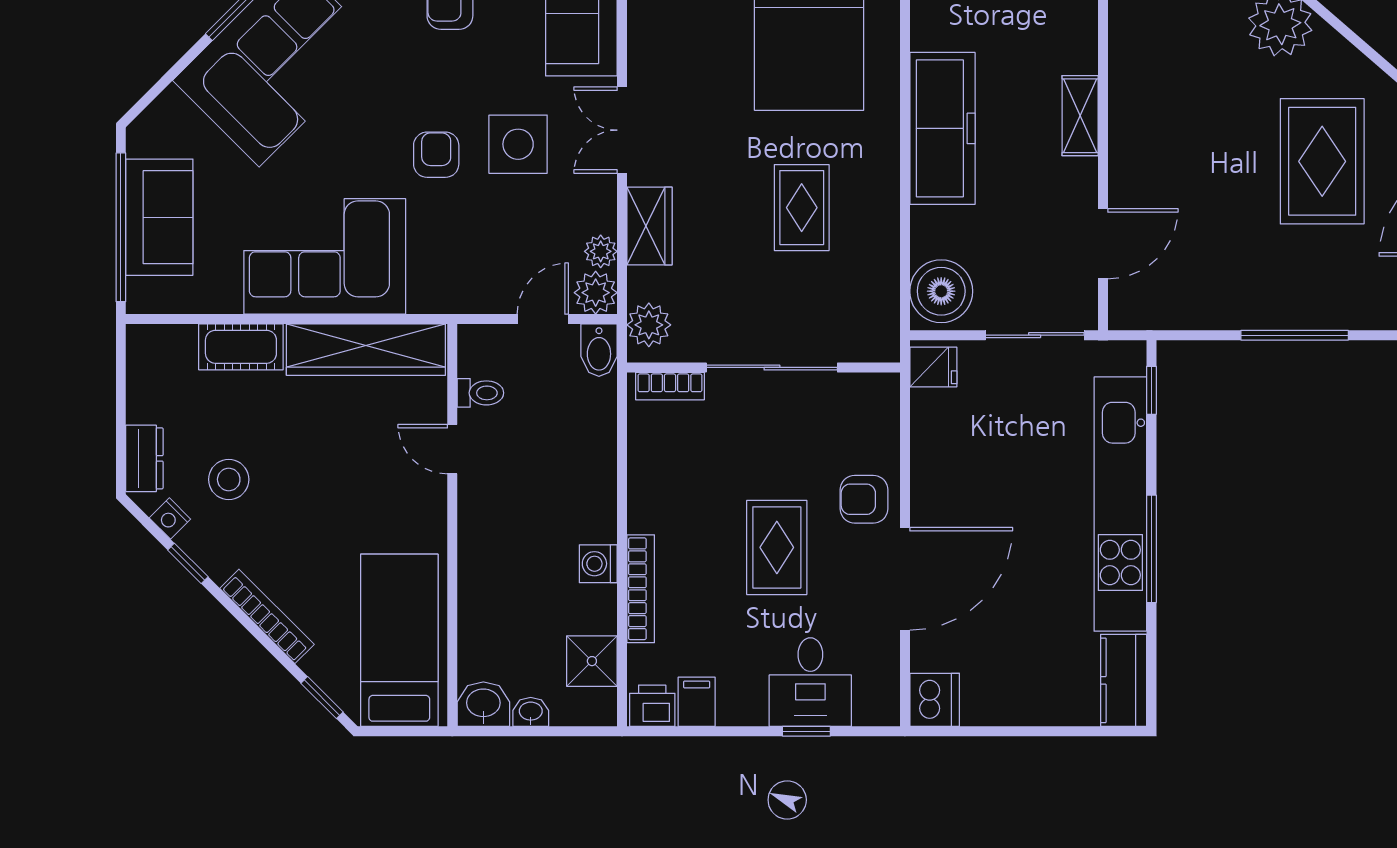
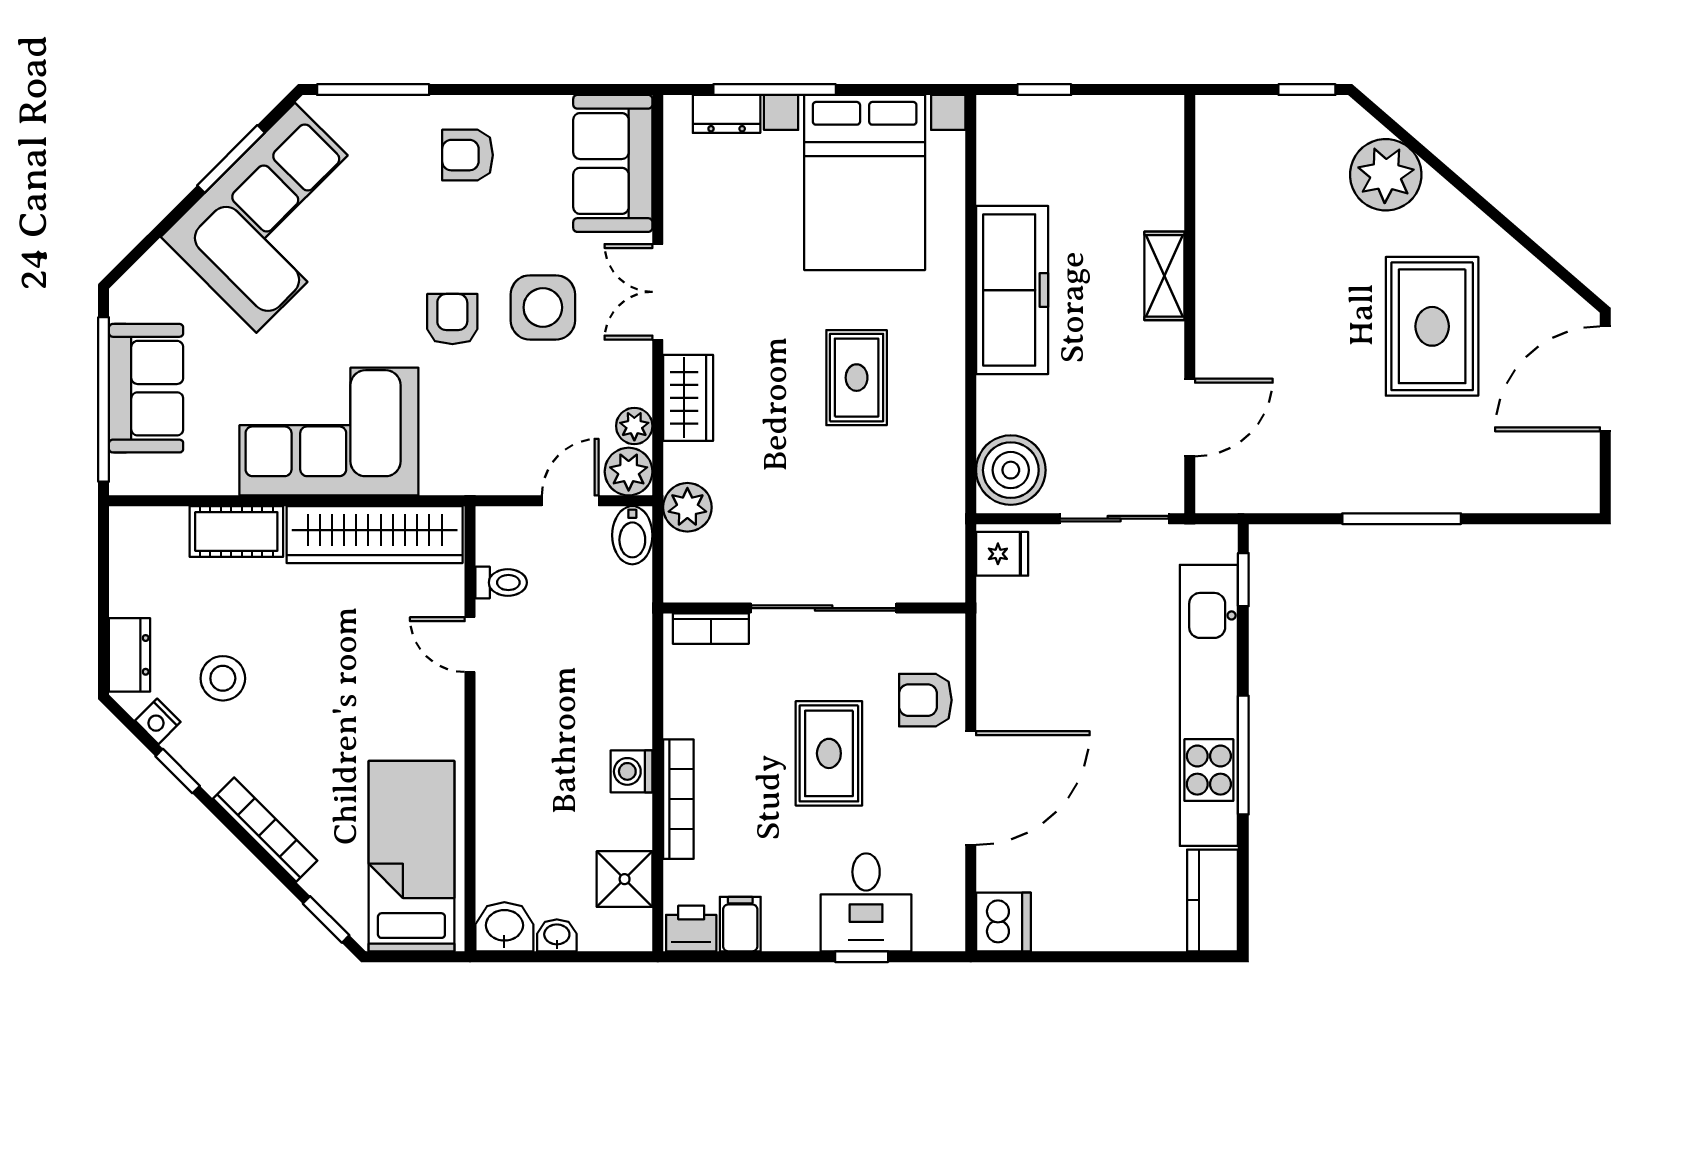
wall: (763, 367) -> (814, 608), moved
sliding door: (772, 367) -> (824, 608), moved
bookcase: (670, 386) -> (711, 629), moved

